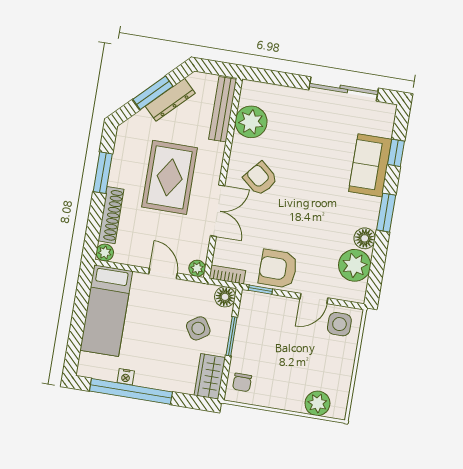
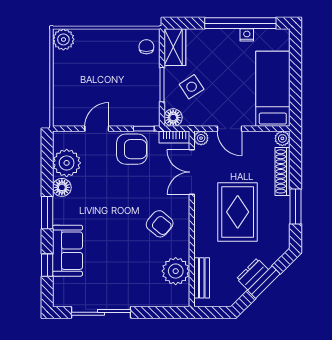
dresser: (170, 100) -> (252, 274), width x0.70
bench: (223, 109) -> (202, 278), width x0.73
double door: (218, 211) -> (192, 172), moved
side table: (339, 324) -> (71, 110), removed
plant: (317, 403) -> (63, 39), moved

